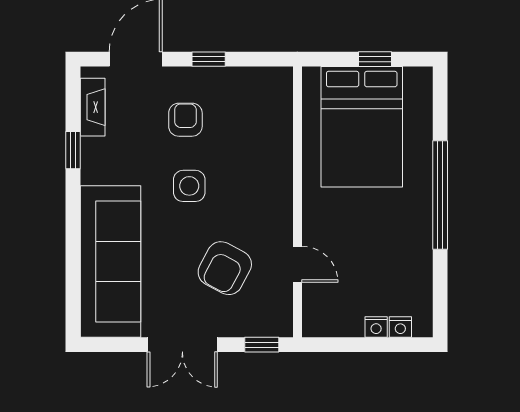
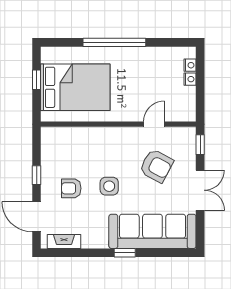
window: (73, 150) -> (125, 253), moved

